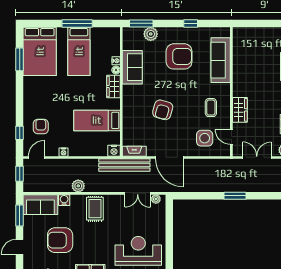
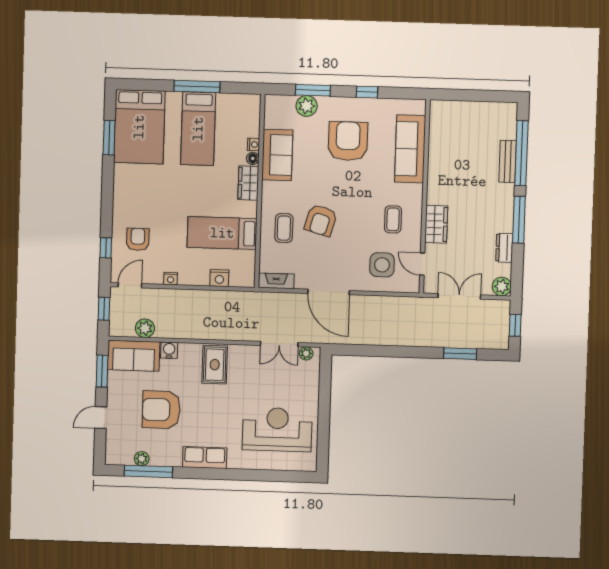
window: (141, 23) -> (313, 90), moved
armchair: (179, 56) -> (348, 141), turned -90
coffee table: (138, 116) -> (284, 228), added
nightstand: (114, 151) -> (219, 278), moved
bench: (124, 165) -> (261, 301), removed
plant: (78, 186) -> (145, 328), moved
window: (235, 196) -> (460, 354), moved

